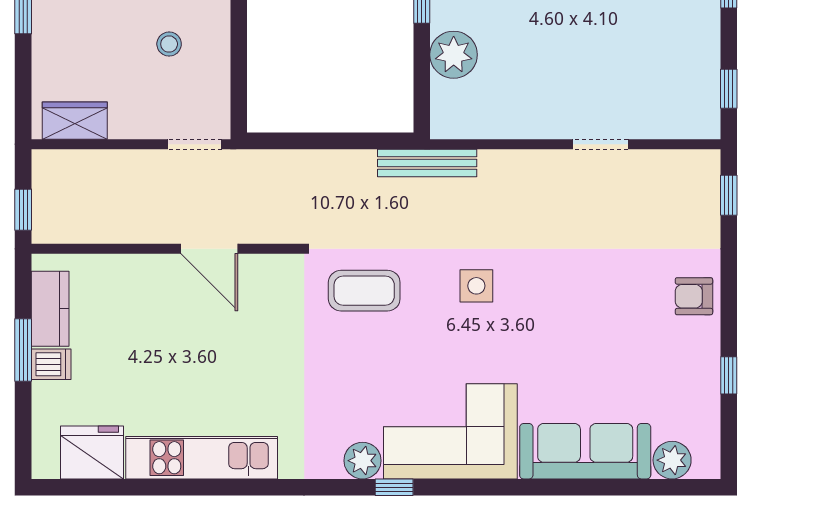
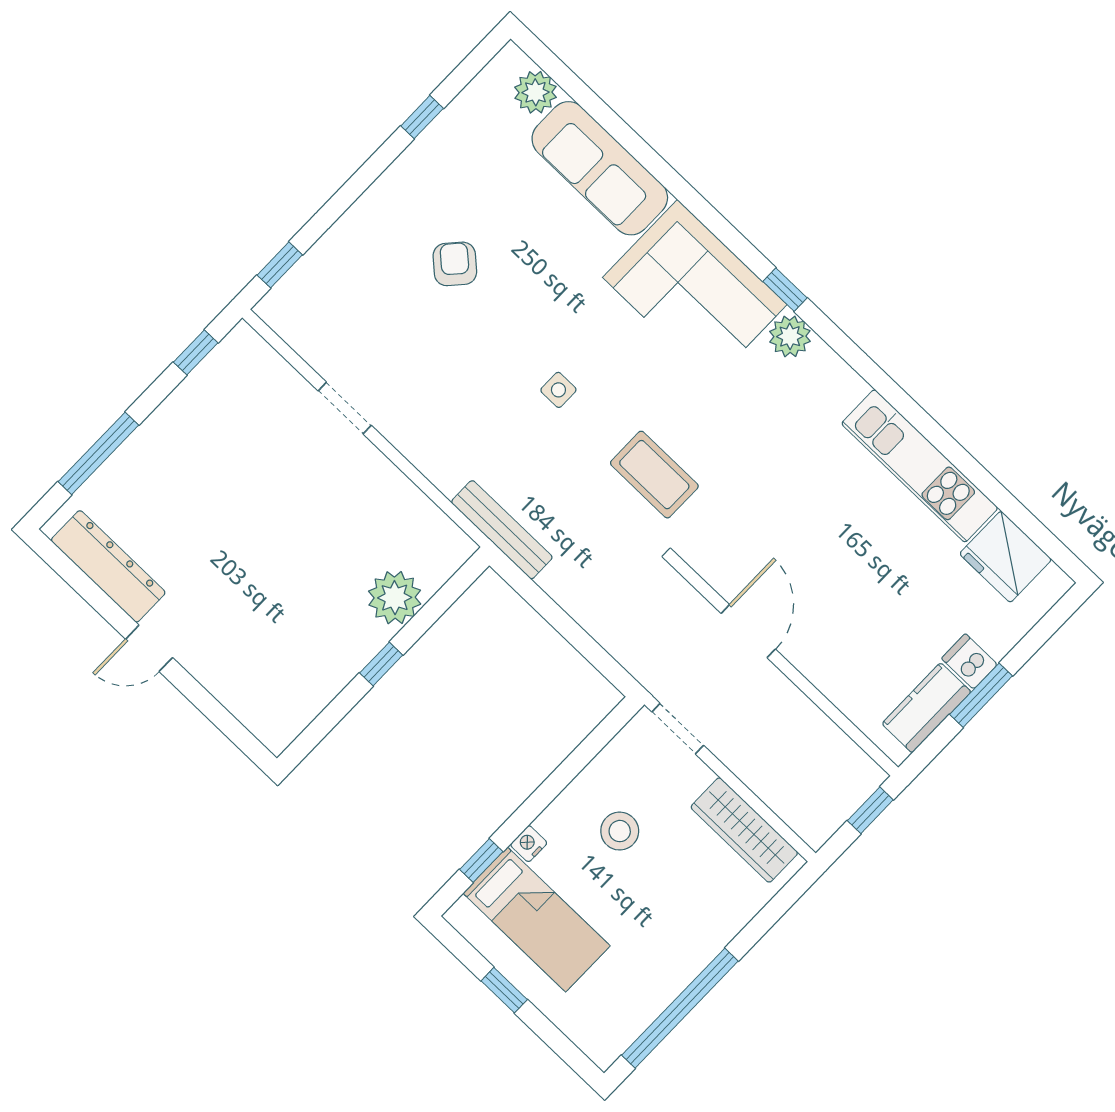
stool: (169, 44) -> (620, 831), width x1.37, depth x1.37
wardrobe: (75, 121) -> (744, 830), width x1.50
side table: (476, 286) -> (558, 390), width x0.73, depth x0.73
armchair: (694, 296) -> (455, 264), moved, turned -138

